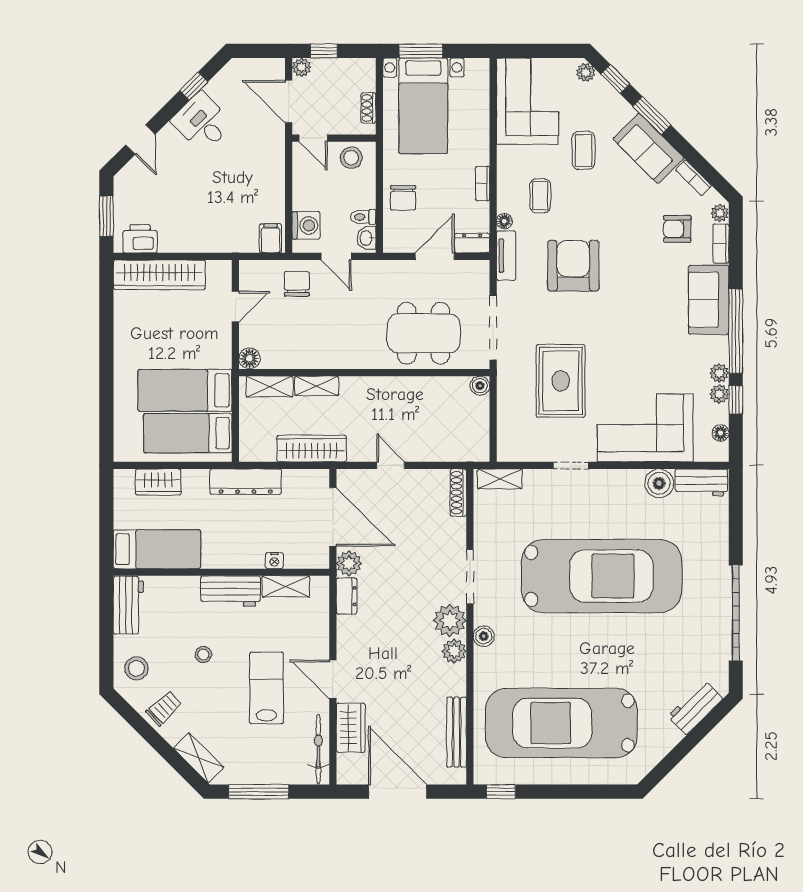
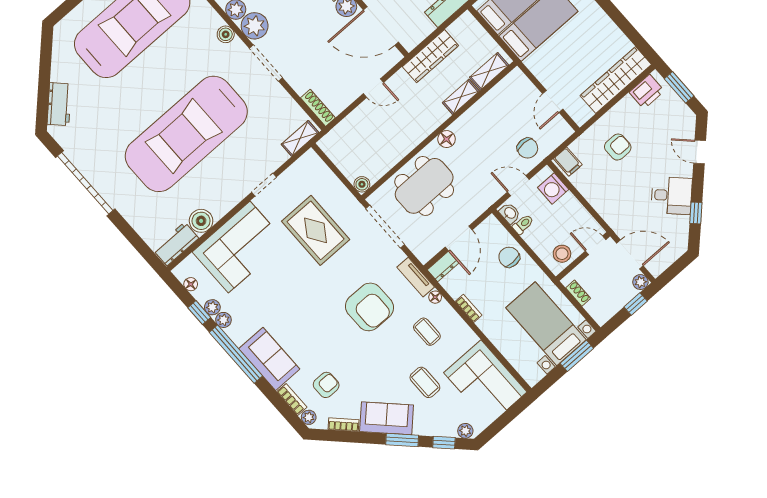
armchair: (212, 211) -> (618, 147), added
floor lamp: (249, 358) -> (447, 139), moved

